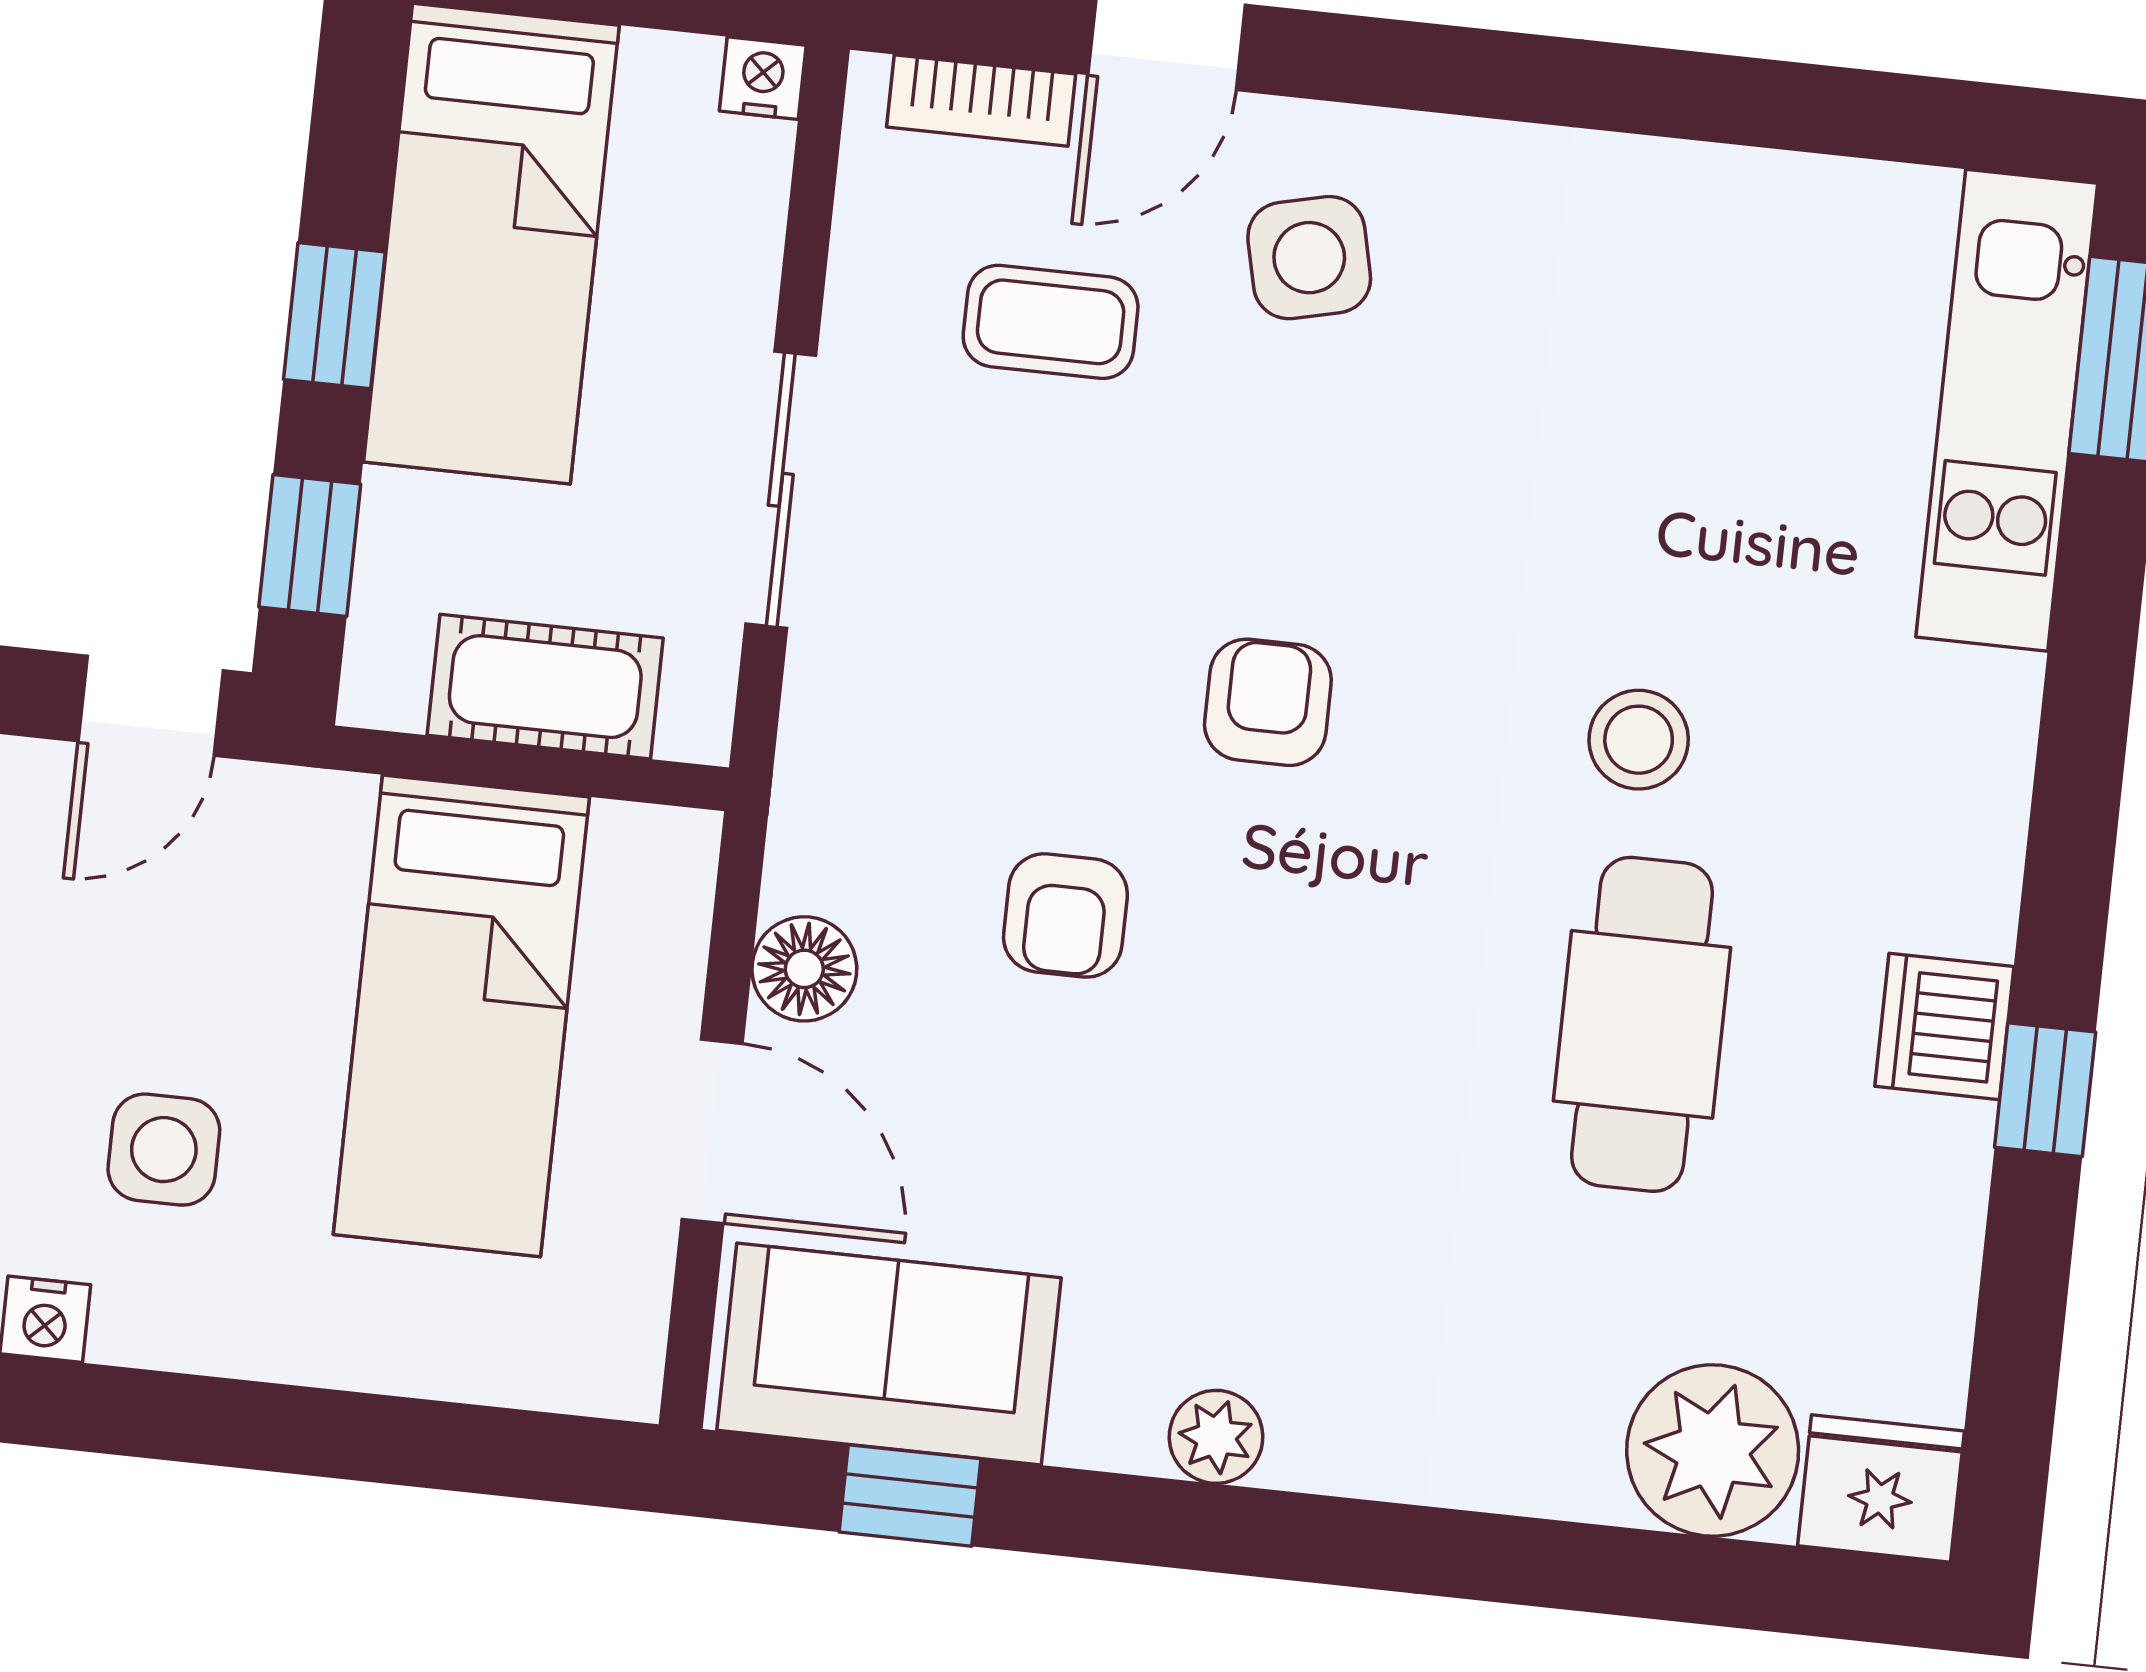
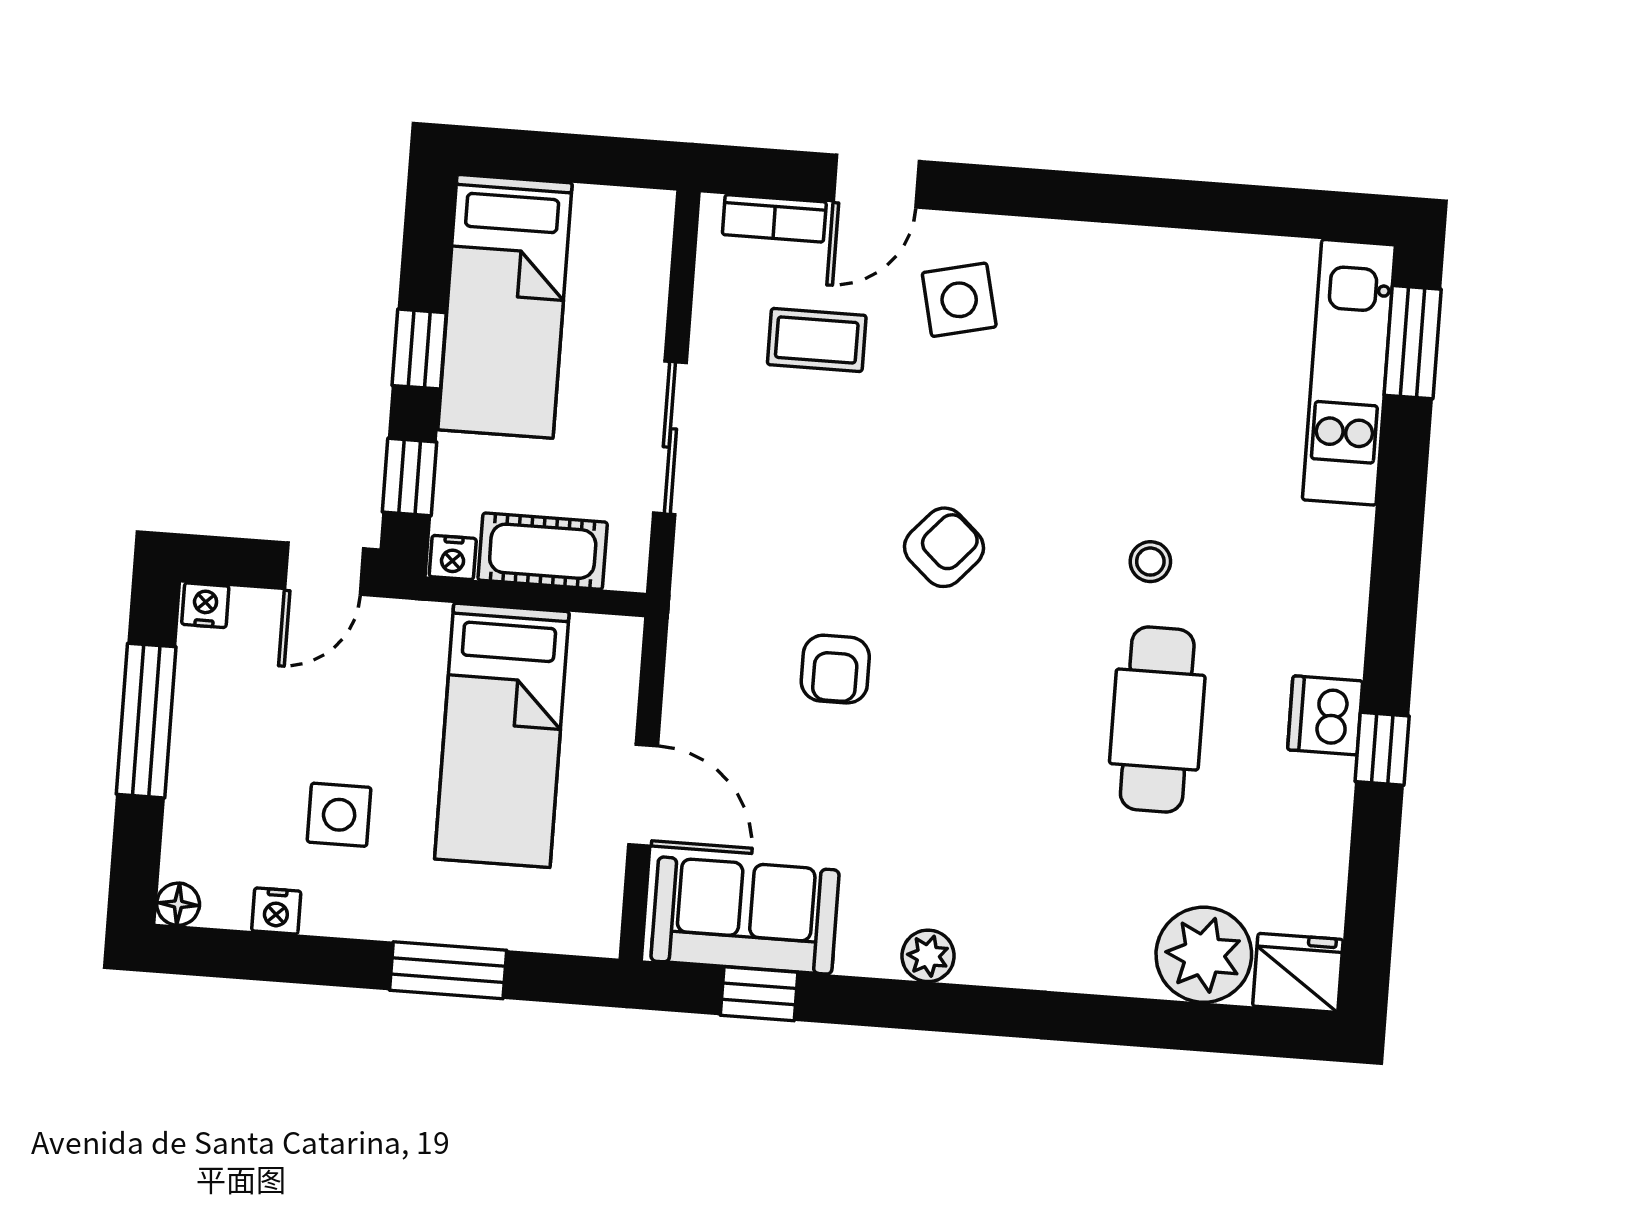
nightstand: (763, 78) -> (453, 558), moved, turned 180
armchair: (1268, 702) -> (944, 547), turned 42
stool: (1639, 740) -> (1150, 562), width x0.73, depth x0.73
floor lamp: (804, 969) -> (691, 703), removed
window: (351, 1436) -> (448, 970), added

